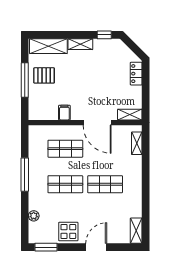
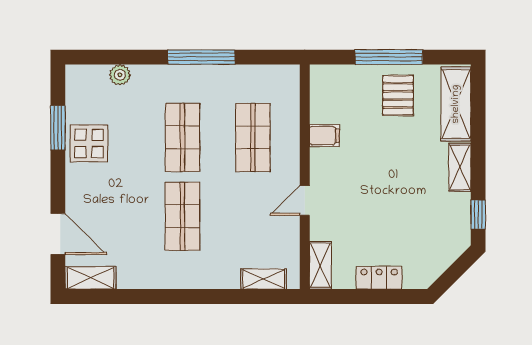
locker: (136, 74) -> (379, 278), moved
door: (97, 123) -> (305, 200), width x0.53
window: (46, 247) -> (58, 128), moved
door: (96, 247) -> (58, 234), moved

